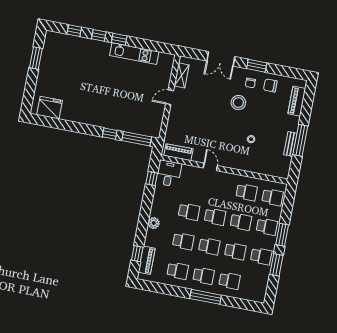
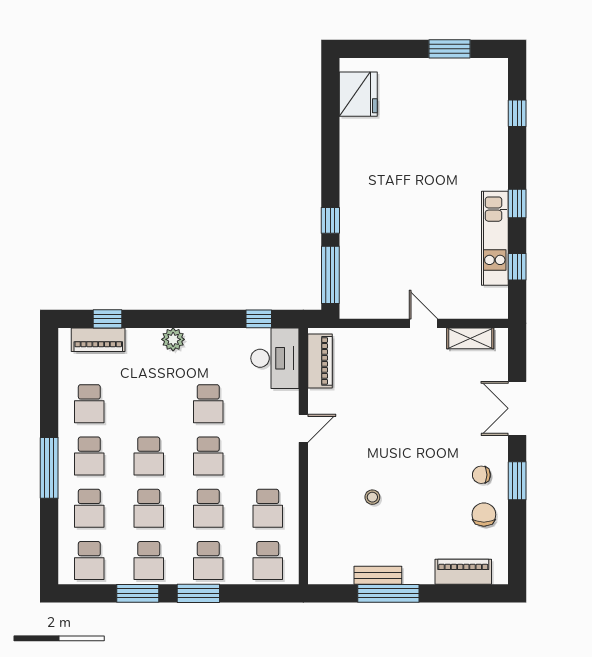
window: (99, 35) -> (517, 267), moved
stool: (238, 103) -> (439, 459), removed
desk: (169, 173) -> (275, 358), width x1.37
school desk: (183, 241) -> (89, 561), moved

